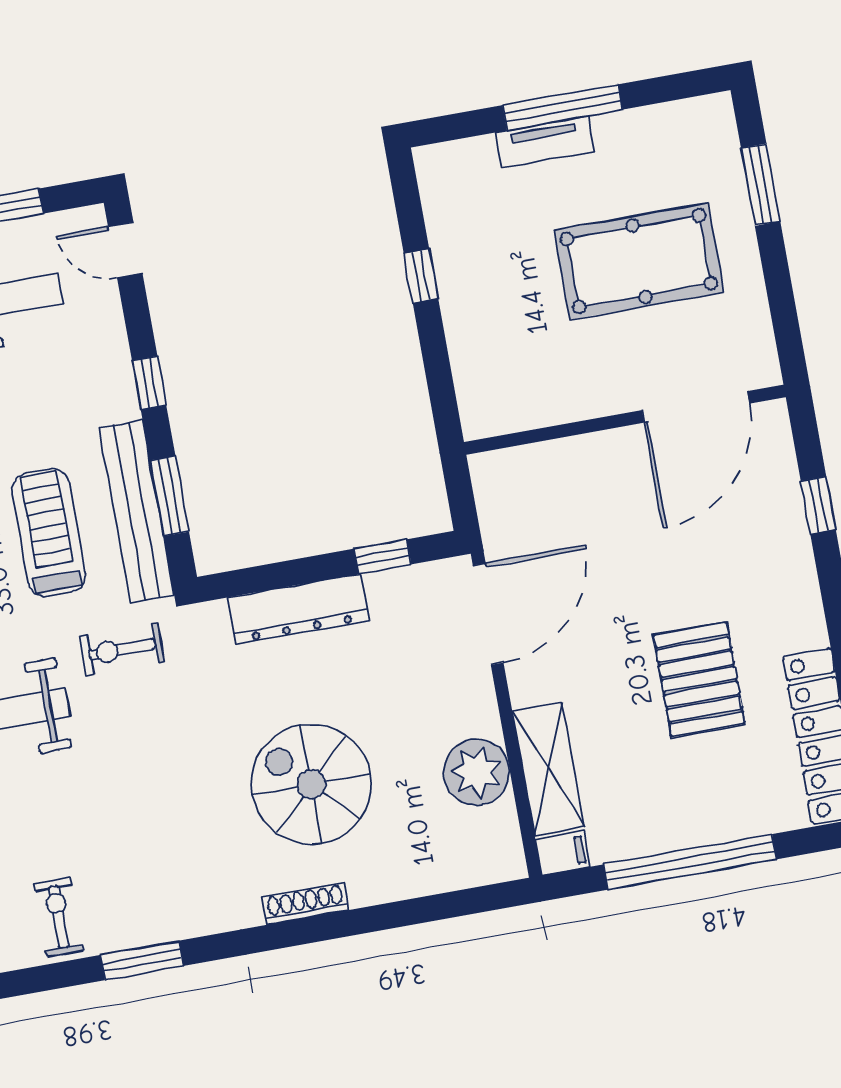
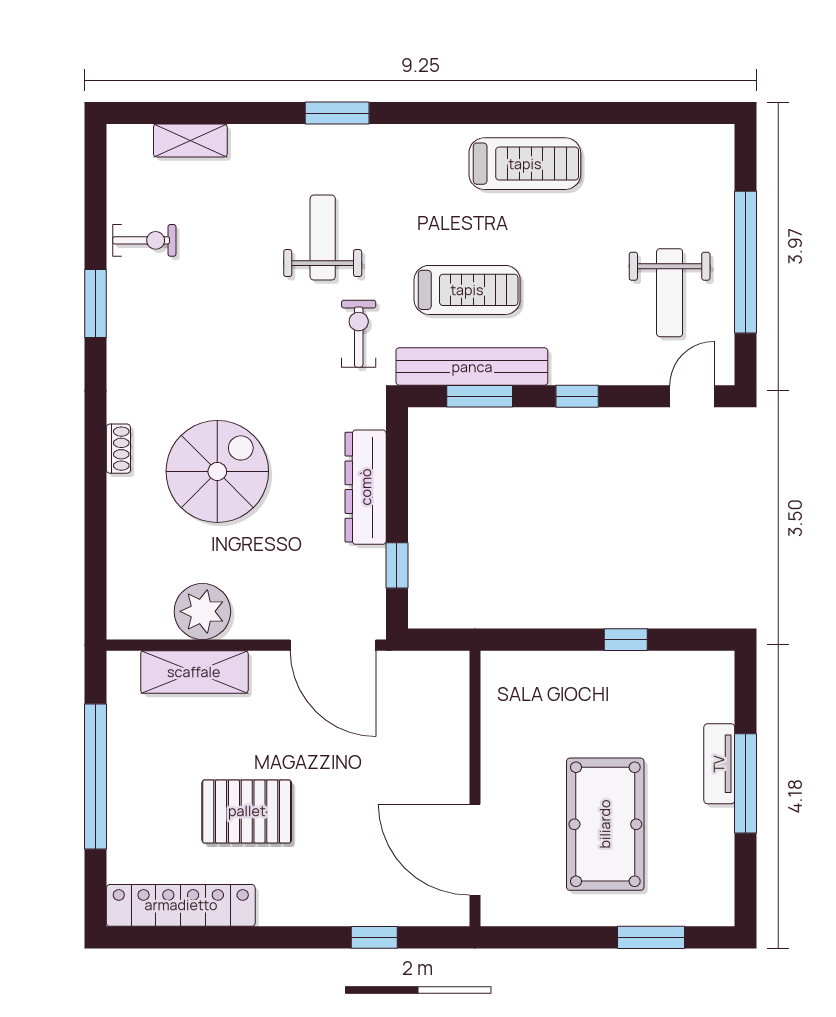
filing cabinet: (563, 853) -> (122, 671), removed
shoe rack: (305, 904) -> (118, 449), width x0.70

